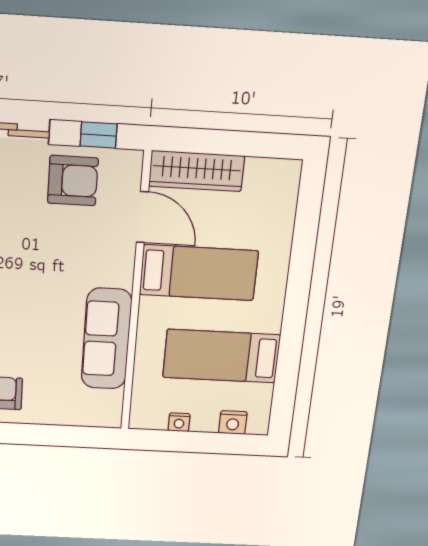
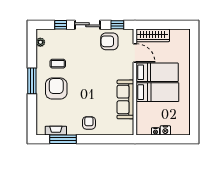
armchair: (73, 181) -> (109, 41), turned 180
bed: (221, 356) -> (157, 92), moved, turned 180
nightstand: (233, 423) -> (165, 130), moved

